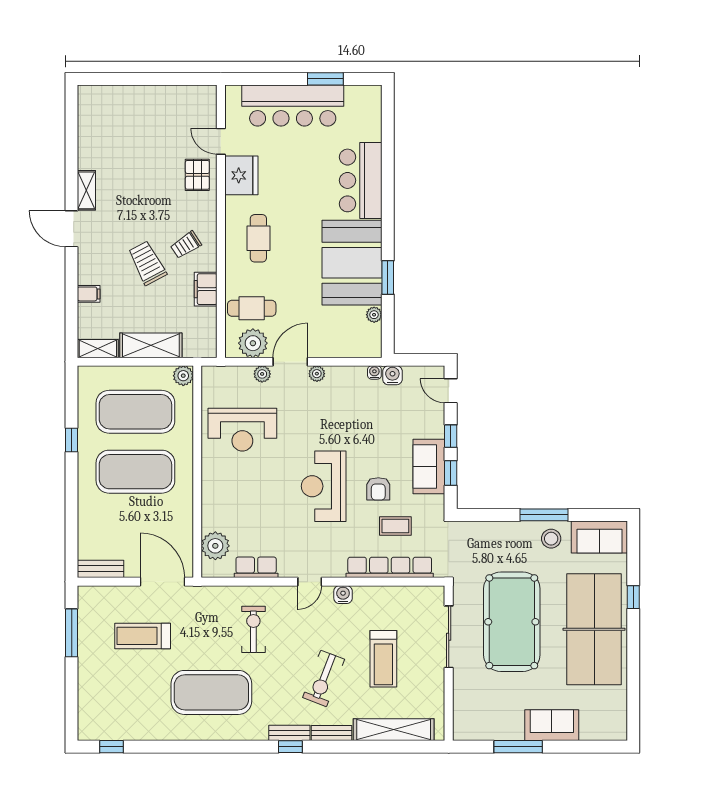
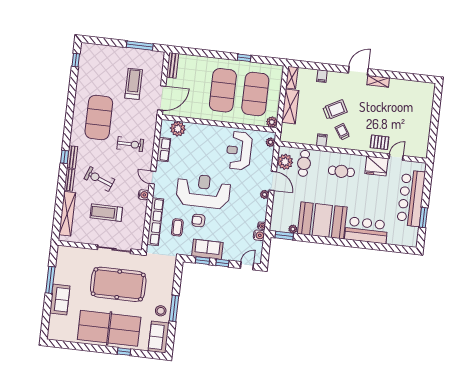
window: (388, 278) -> (284, 236), moved
filing cabinet: (206, 289) -> (322, 140), width x0.50
plant: (262, 374) -> (270, 142), moved
reception desk: (324, 486) -> (203, 191), width x1.36, depth x1.30

